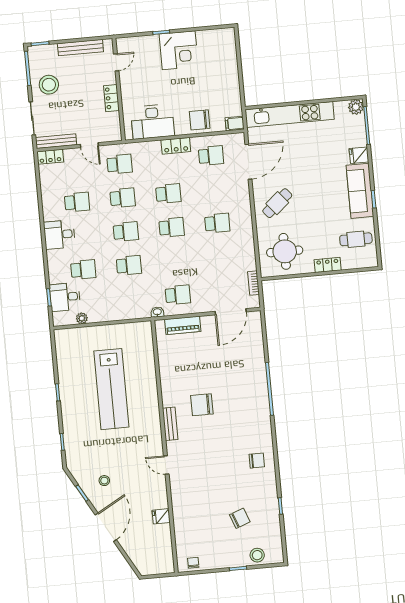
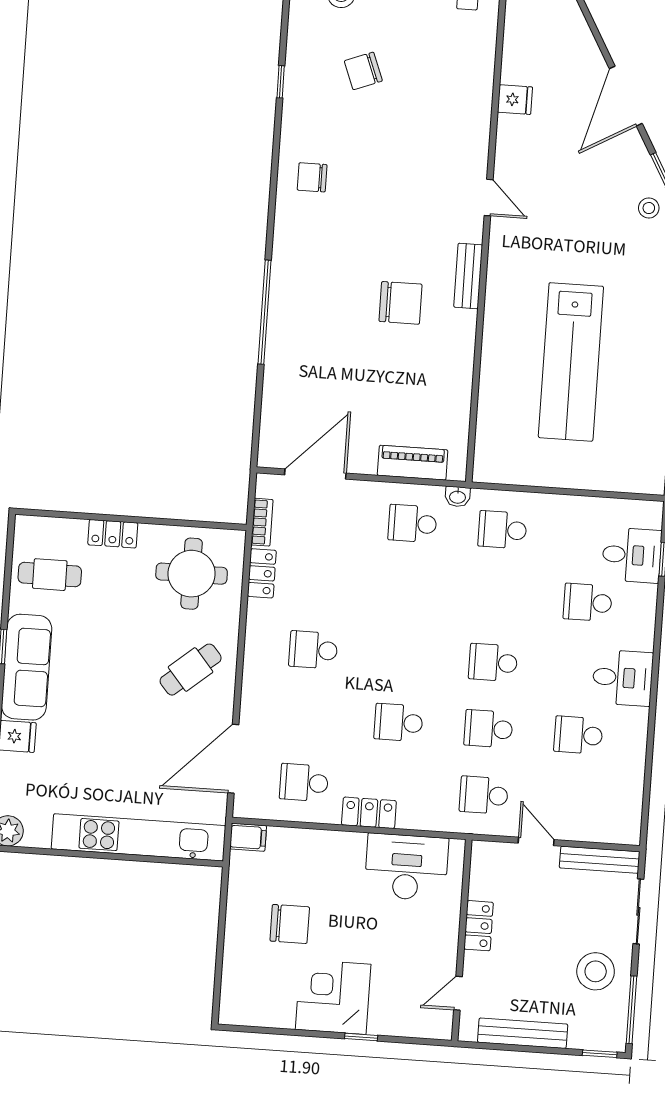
chair: (200, 120) -> (290, 924), moved
locker: (50, 157) -> (262, 573), moved, turned 90
school desk: (172, 227) -> (403, 656), removed
school desk: (129, 265) -> (502, 530), moved
plant: (82, 318) -> (606, 508), removed
lab bench: (111, 389) -> (571, 362), turned 180
stool: (104, 481) -> (649, 208), moved

